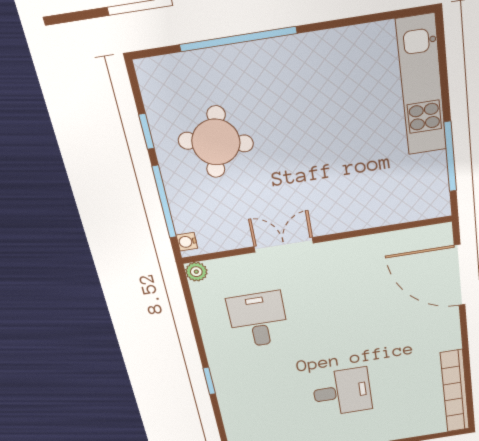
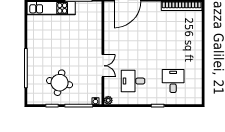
double door: (284, 245) -> (103, 66), swing flipped
desk: (342, 392) -> (173, 81), moved

